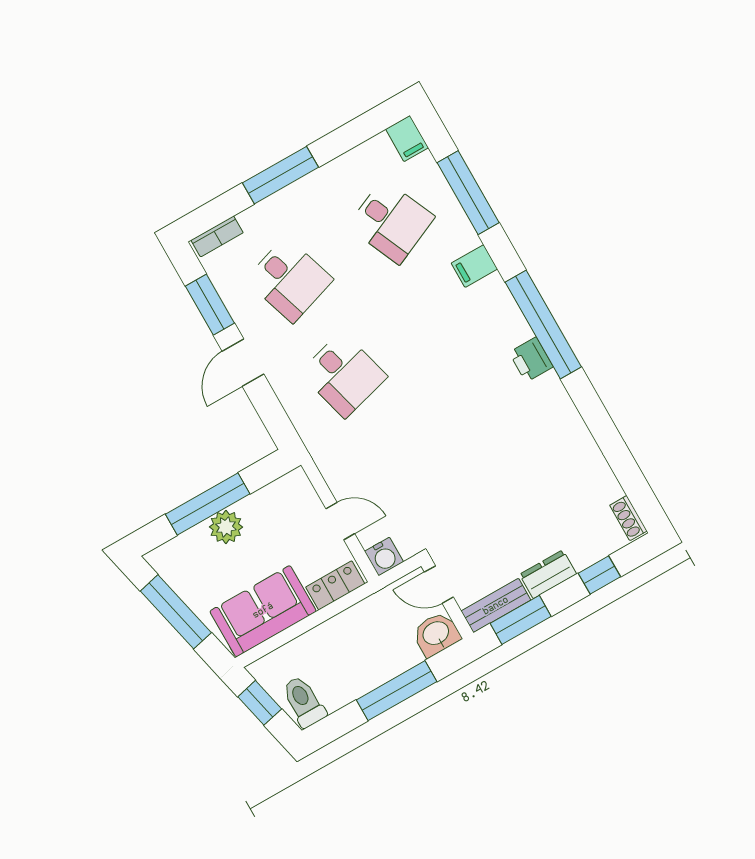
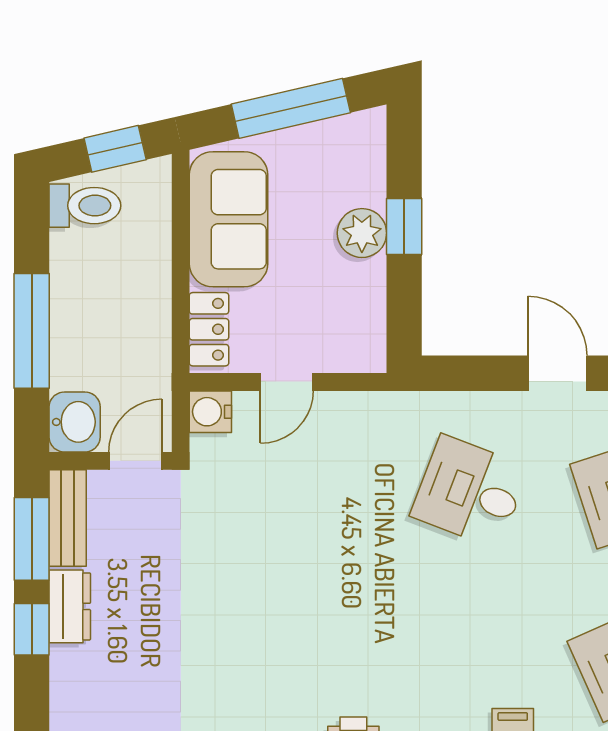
desk: (343, 375) -> (470, 492), turned 36
window: (208, 504) -> (404, 227), width x0.46
window: (599, 575) -> (32, 629), moved

